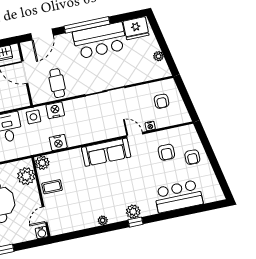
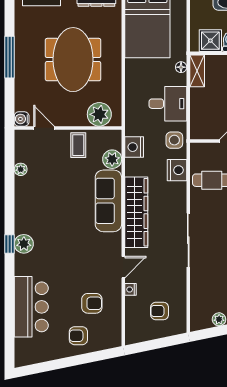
wardrobe: (92, 134) -> (136, 212), added
nightstand: (58, 143) -> (134, 147), moved
sofa: (106, 152) -> (108, 201), moved
armchair: (166, 152) -> (92, 303), turned 180
plant: (42, 163) -> (112, 159), moved
plant: (103, 220) -> (21, 169), moved

